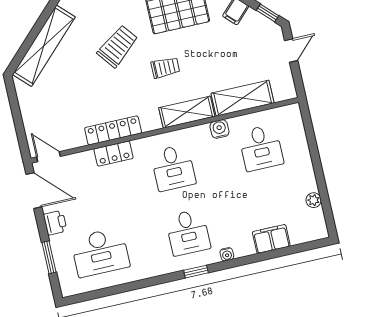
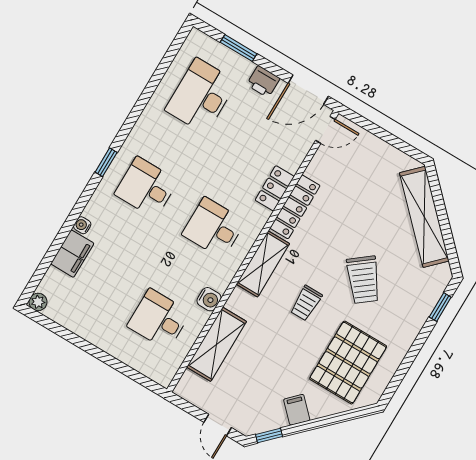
shelving: (187, 112) -> (263, 264), moved
plant: (314, 200) -> (38, 302), moved
water cooler: (227, 254) -> (82, 225), moved

